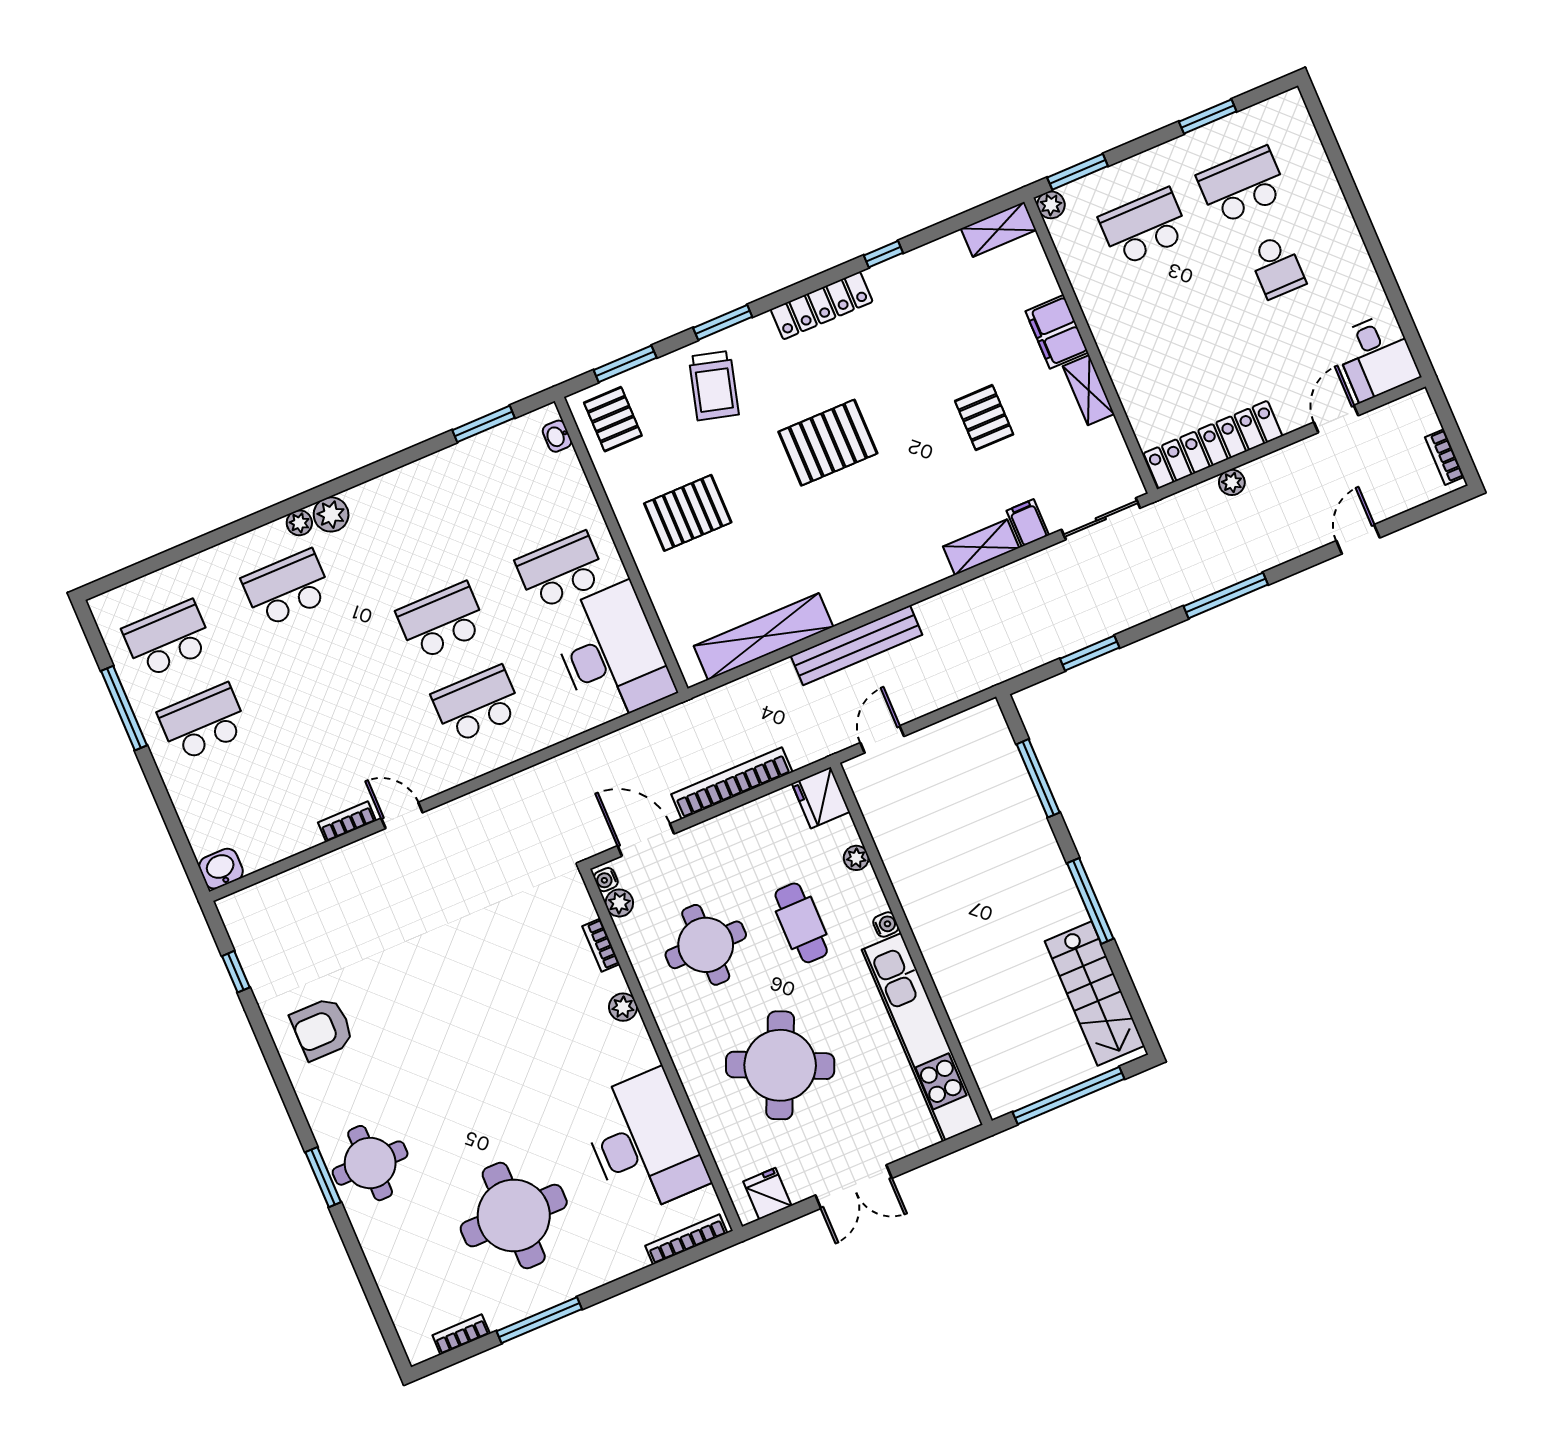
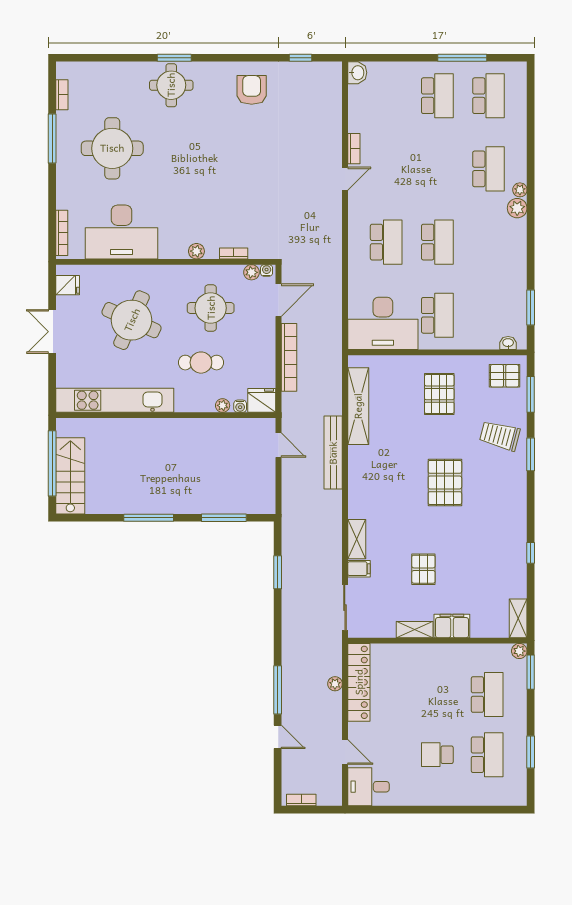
locker: (822, 306) -> (518, 509), removed
pallet: (984, 418) -> (423, 569), turned 90
window: (1226, 595) -> (278, 690), moved
water cooler: (886, 925) -> (240, 406), moved
stairs: (1095, 994) -> (70, 476), moved, turned 90

